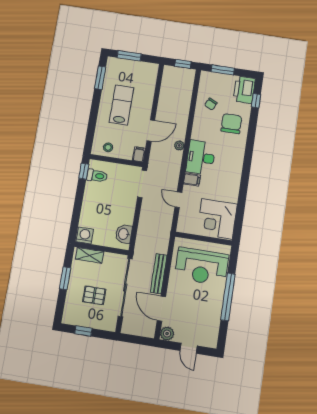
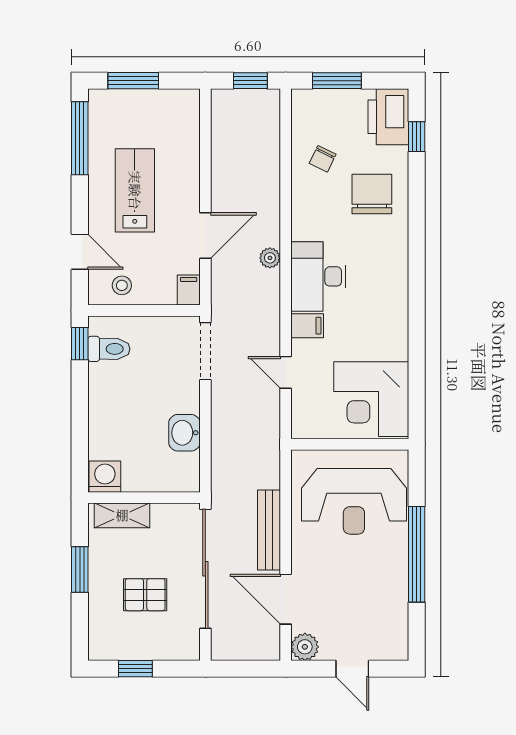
window: (100, 78) -> (80, 138), width x1.44
door: (91, 129) -> (80, 252), added
washbasin: (124, 234) -> (184, 433), moved

